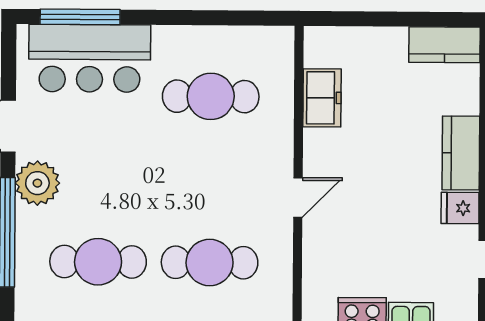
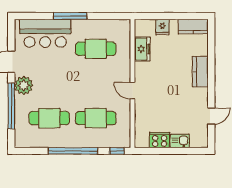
window: (80, 17) -> (70, 16), moved
door: (298, 197) -> (132, 91), swing flipped
fridge: (460, 208) -> (162, 27), moved, turned -90

